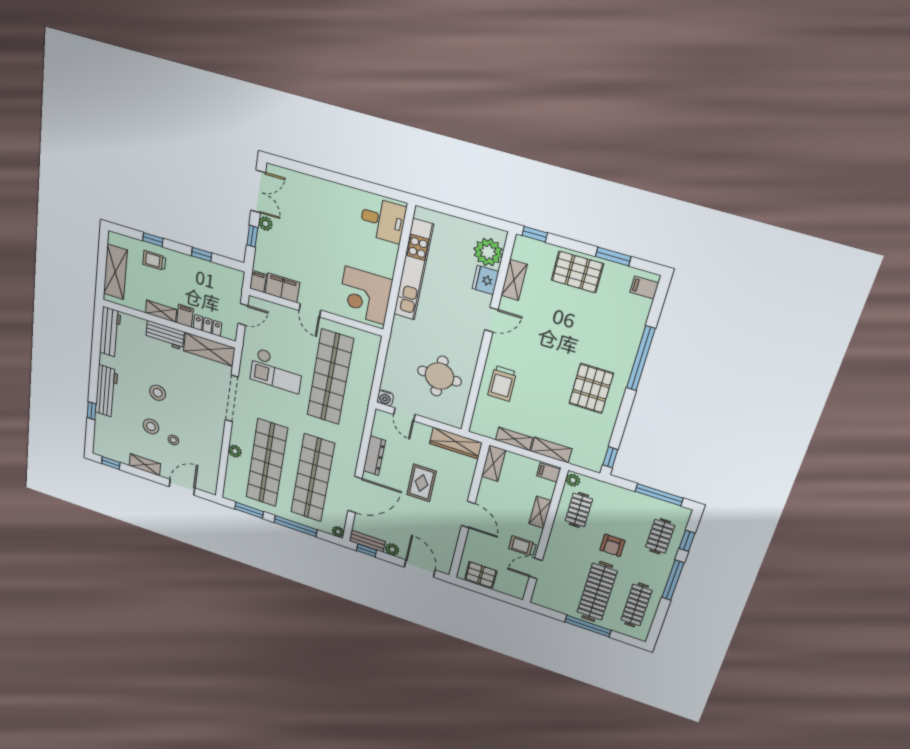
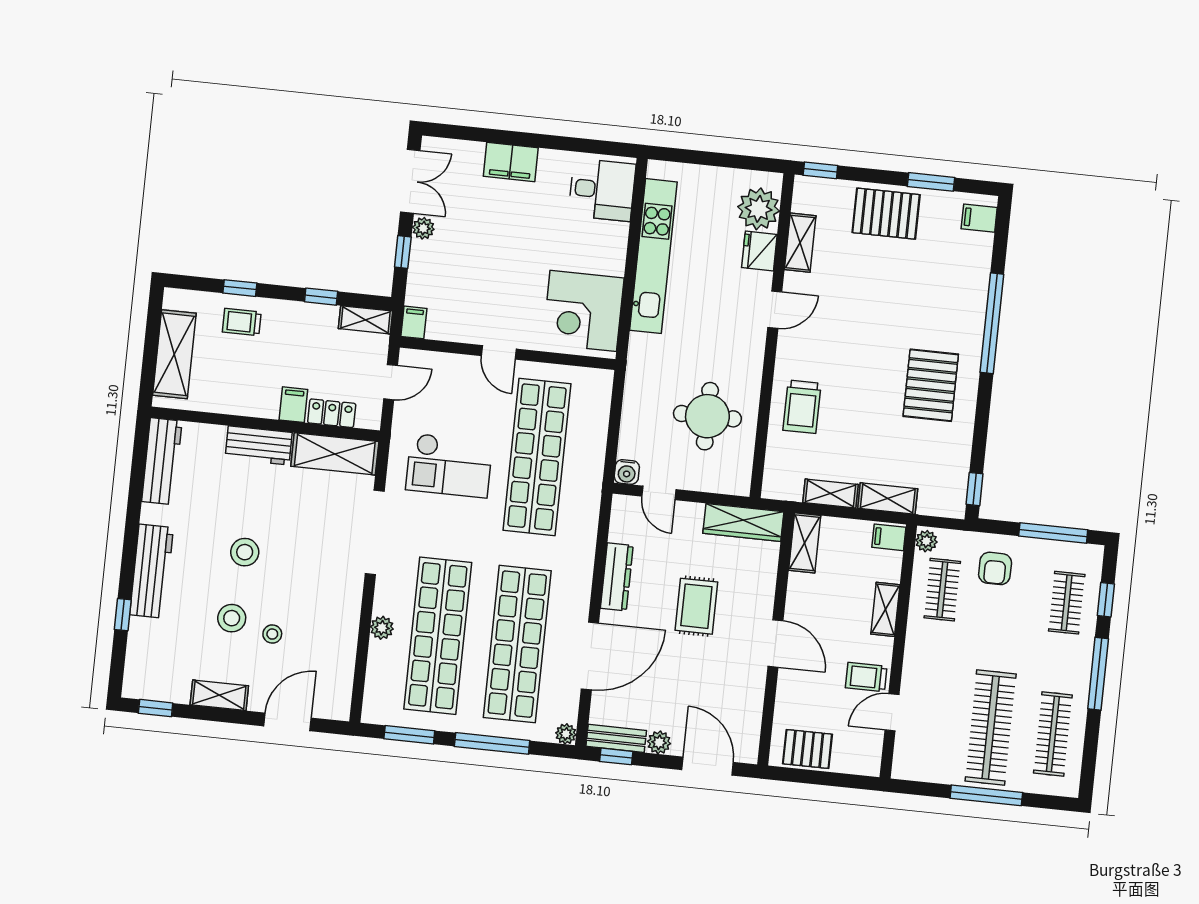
filing cabinet: (282, 288) -> (511, 162), moved, turned 180
shelving: (161, 311) -> (366, 320), moved
armchair: (612, 545) -> (995, 568), moved

